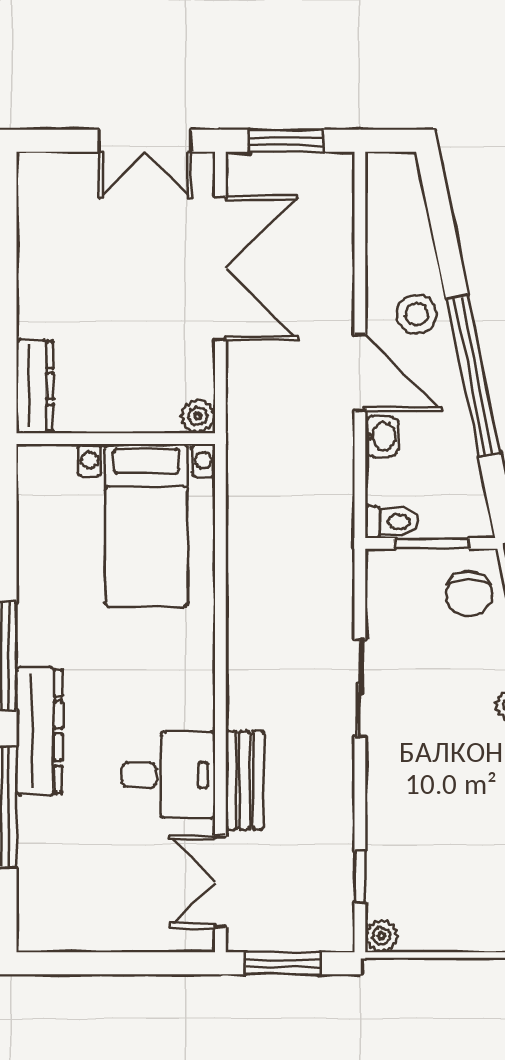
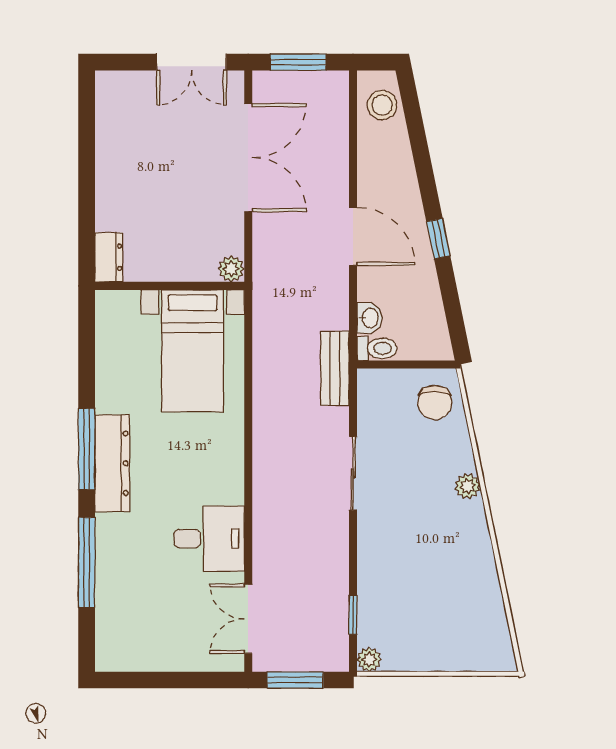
stool: (417, 314) -> (382, 105), moved
window: (473, 376) -> (438, 239), width x0.32
dresser: (35, 386) -> (109, 257), width x0.70
washbasin: (382, 437) -> (370, 318), moved
window: (432, 543) -> (407, 364), removed
dresser: (39, 731) -> (112, 463), moved
bench: (245, 780) -> (335, 368), moved

